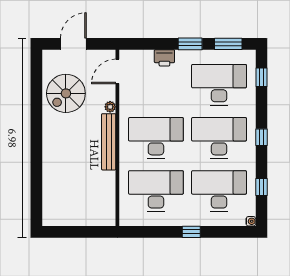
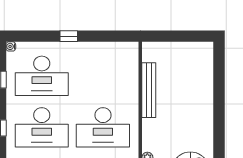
bench: (109, 142) -> (149, 90), moved
desk: (156, 191) -> (103, 76), removed

